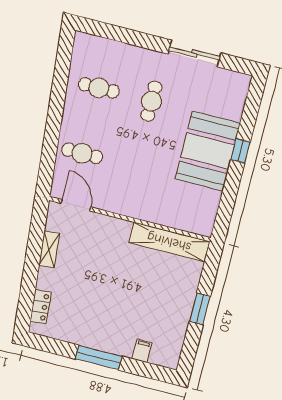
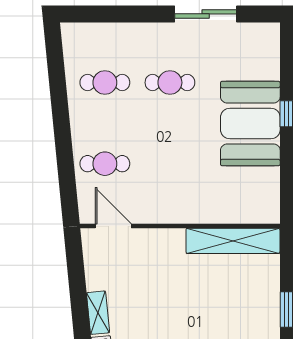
cafe table: (151, 101) -> (170, 83), turned 90
shelving: (49, 249) -> (98, 313), moved

